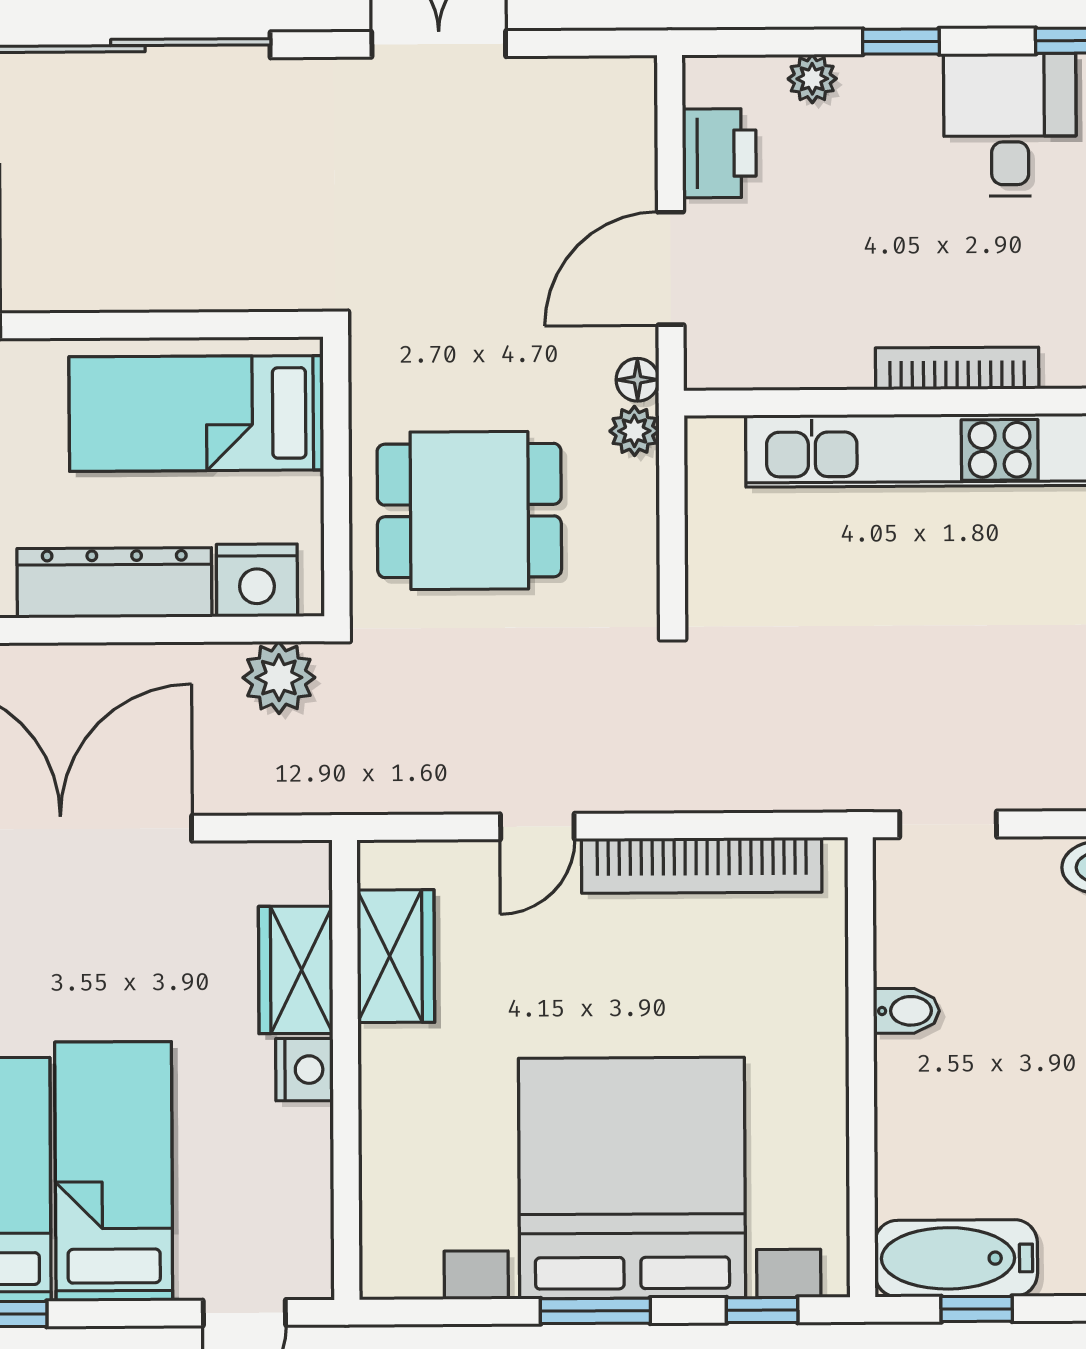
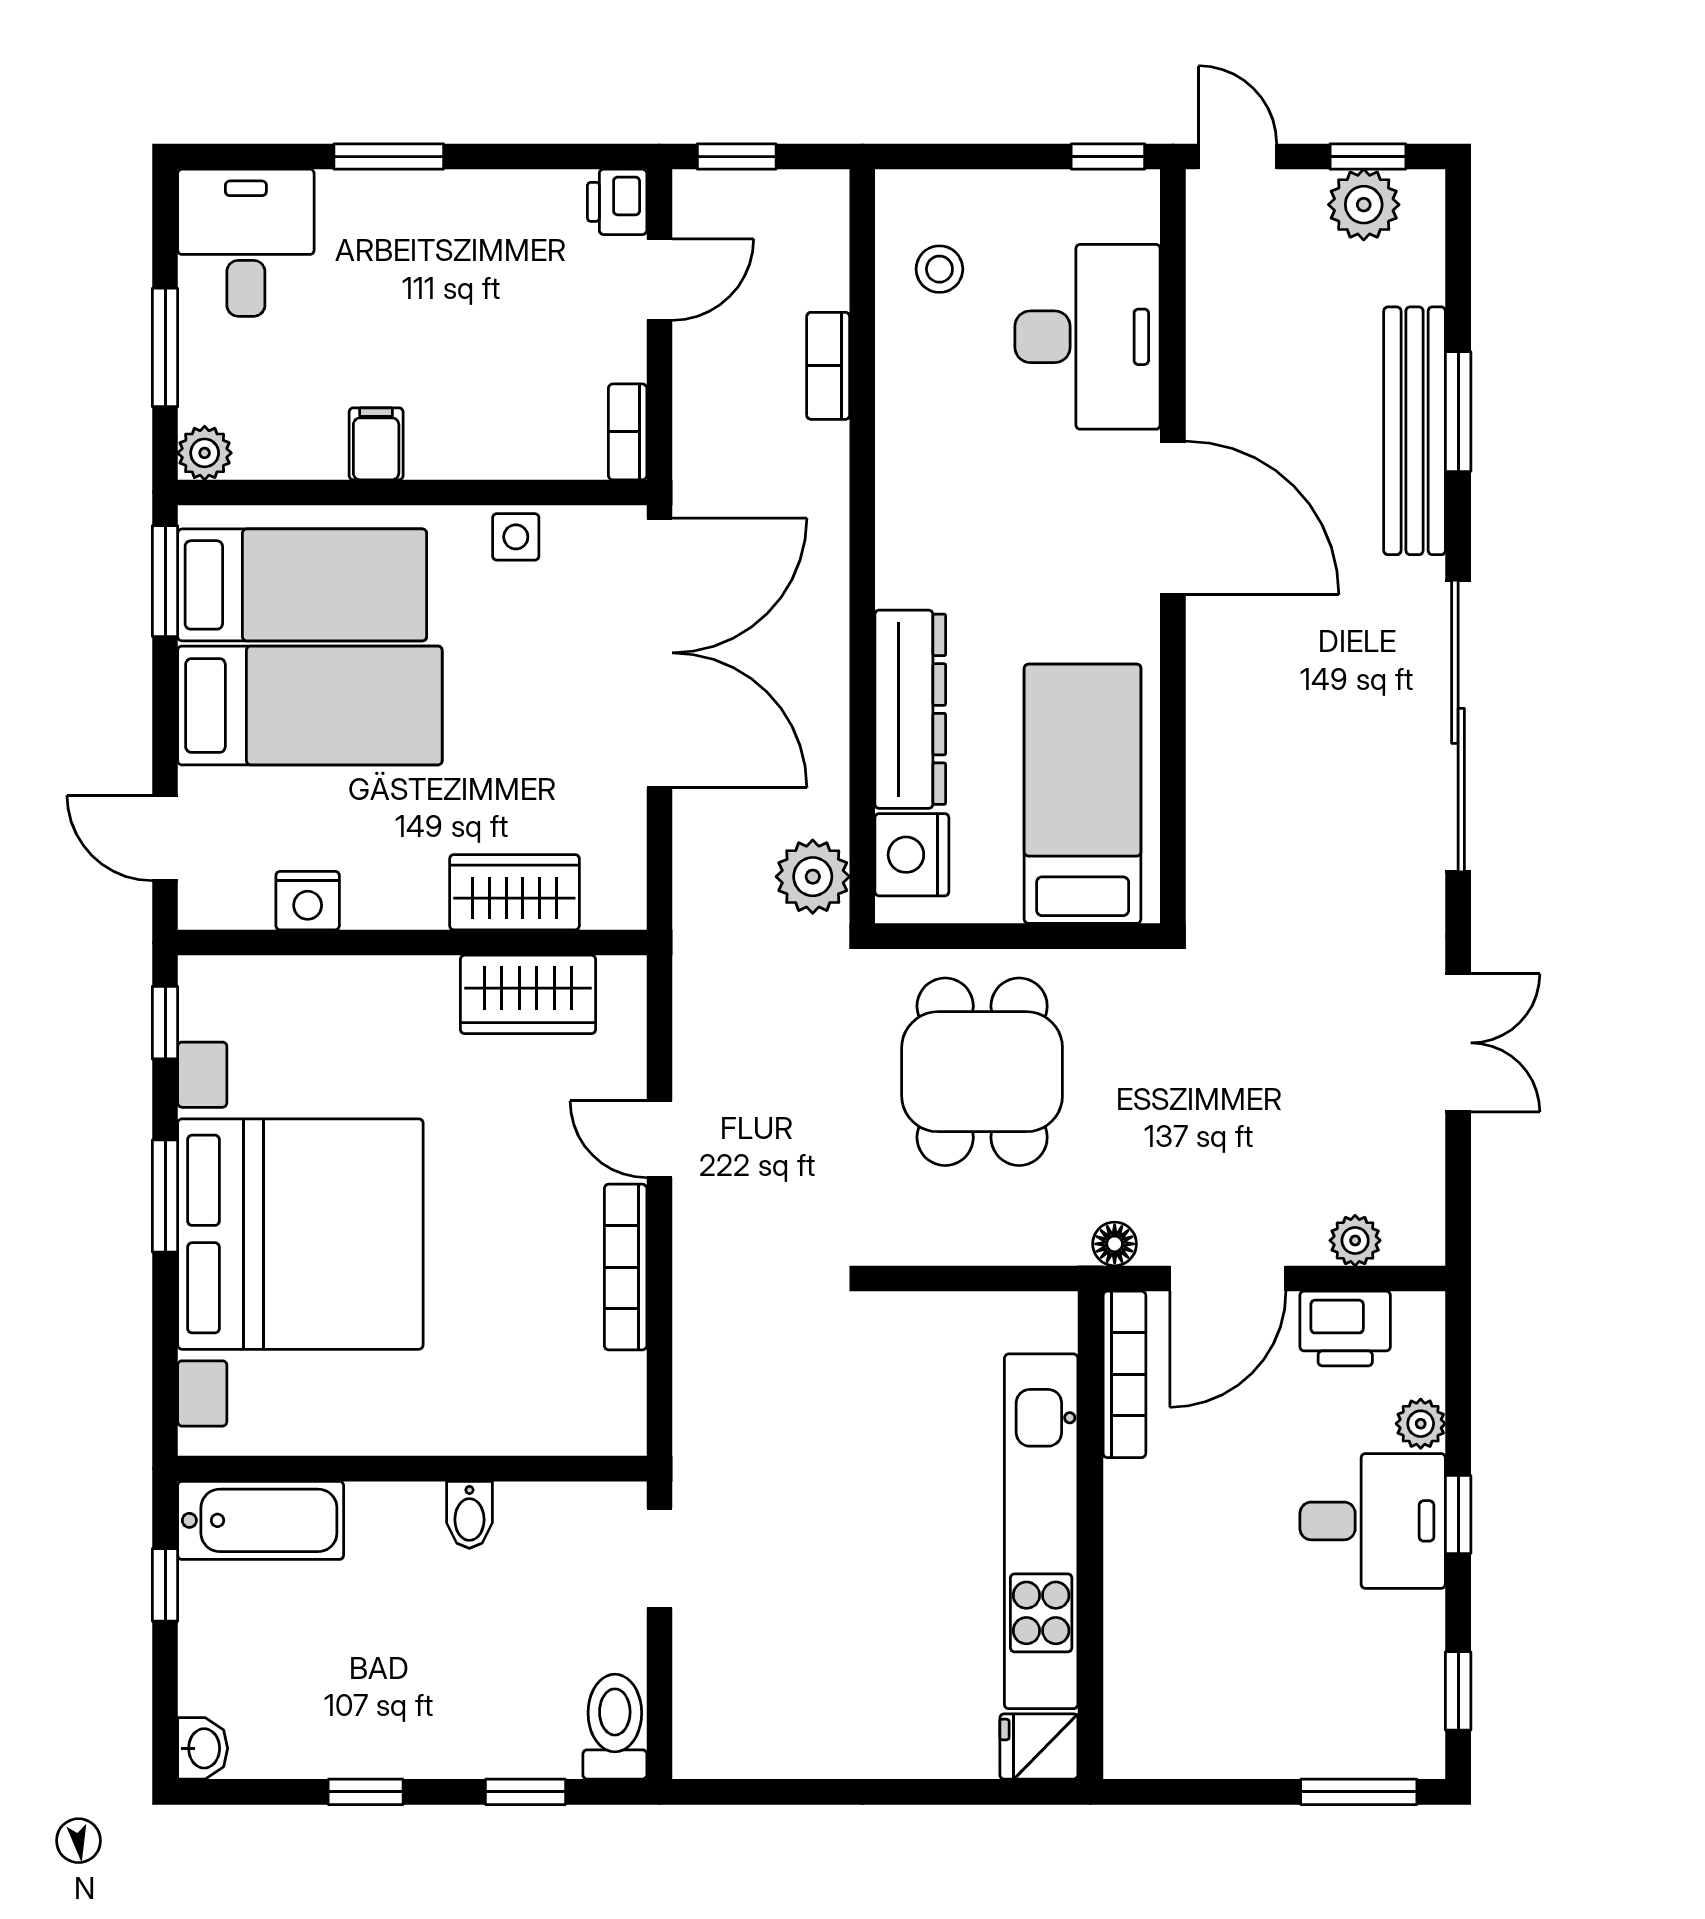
desk: (1010, 125) -> (1373, 1521), moved
door: (671, 268) -> (1228, 1278), swing flipped
bookcase: (957, 368) -> (1124, 1374), moved
plant: (634, 431) -> (1355, 1240), moved
bookcase: (702, 865) -> (626, 1267), width x0.68, depth x0.76
nightstand: (304, 1070) -> (308, 901), moved
bathtub: (956, 1258) -> (261, 1520), moved, turned 90
window: (762, 1310) -> (165, 1023), moved

